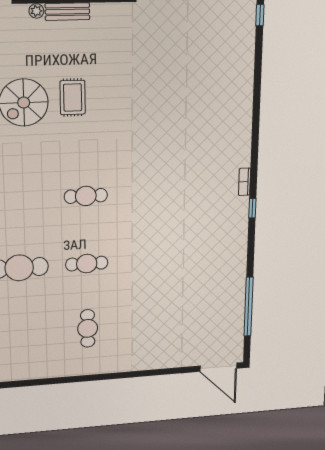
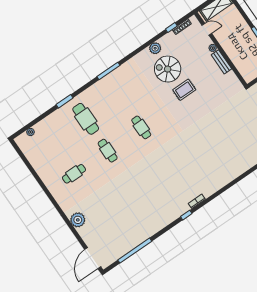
plant: (154, 358) -> (78, 220), added

